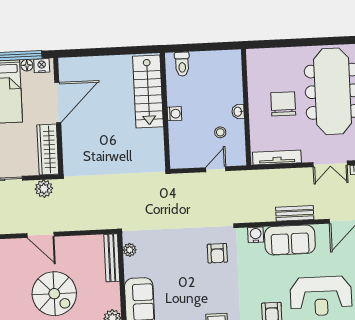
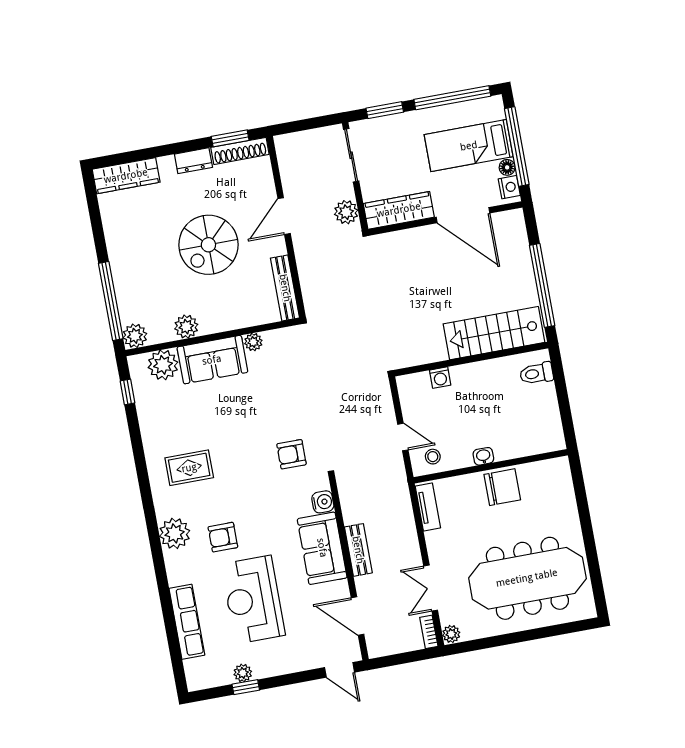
window: (118, 51) -> (542, 285), added
chair: (283, 104) -> (502, 487), moved
washing machine: (174, 114) -> (440, 378), moved
stool: (220, 132) -> (433, 457), moved
tv unit: (277, 157) -> (428, 507), width x0.71
plant: (130, 250) -> (253, 342), moved
bench: (112, 258) -> (285, 288), moved, turned 90

